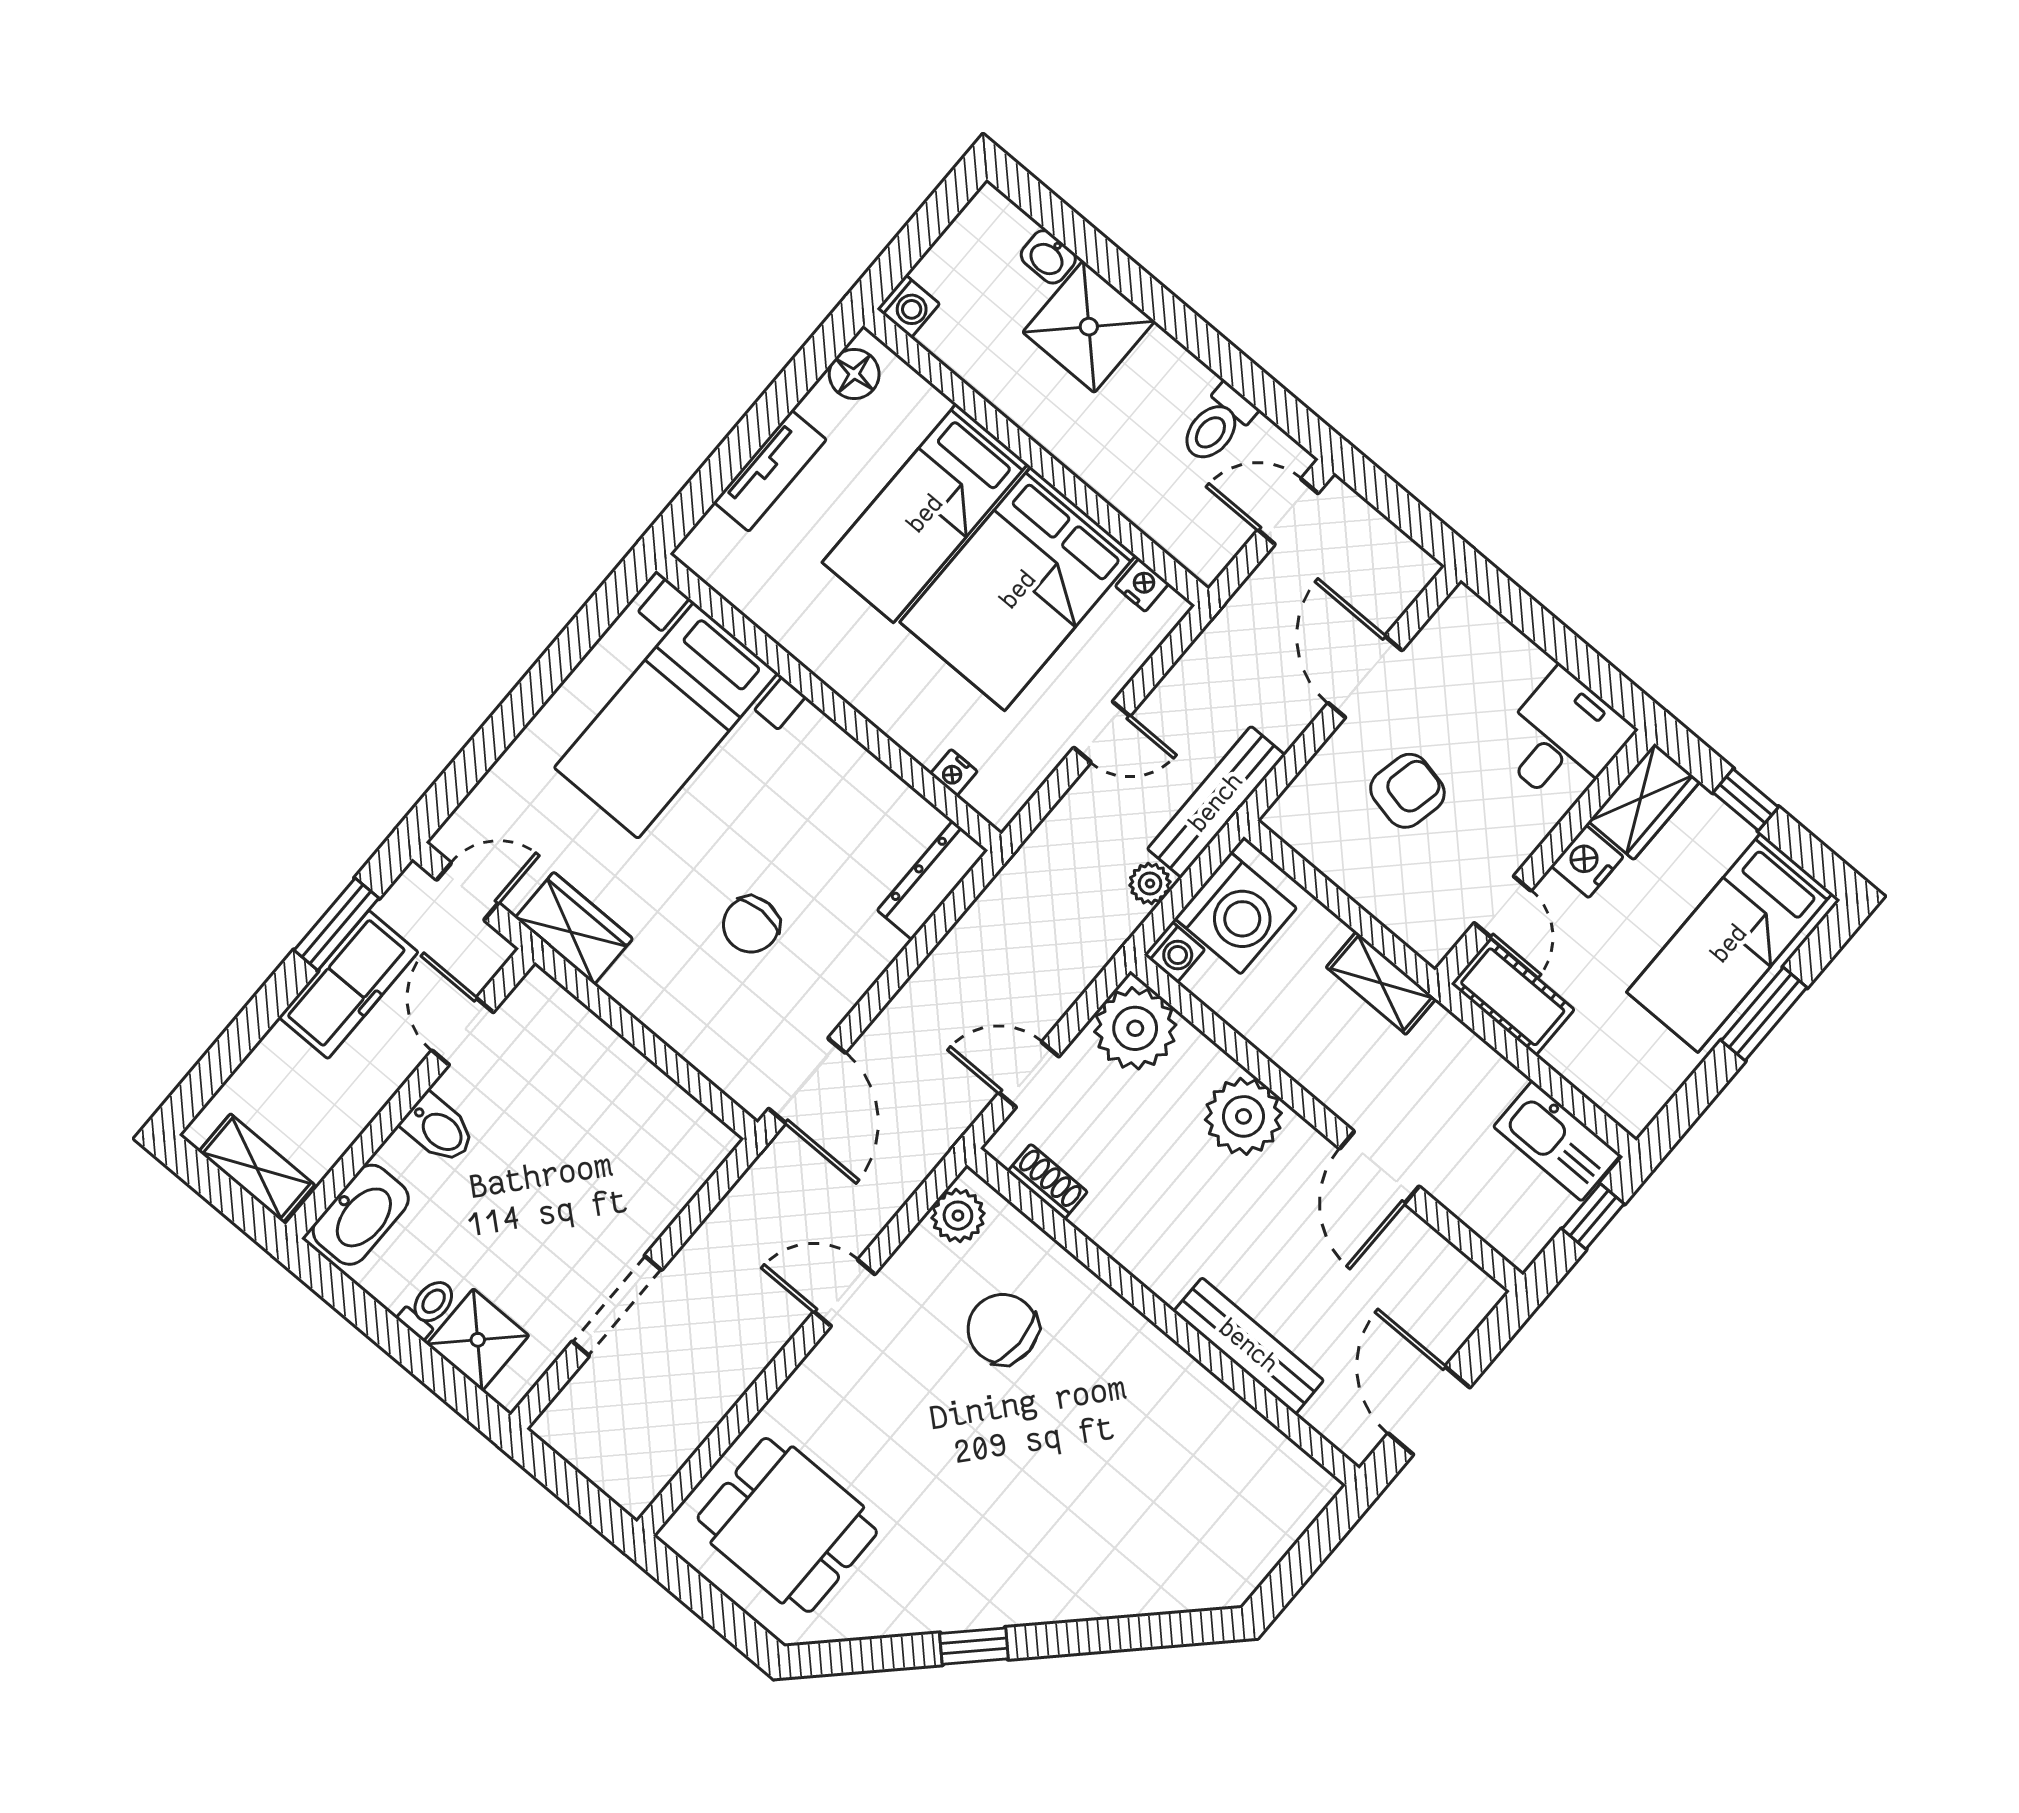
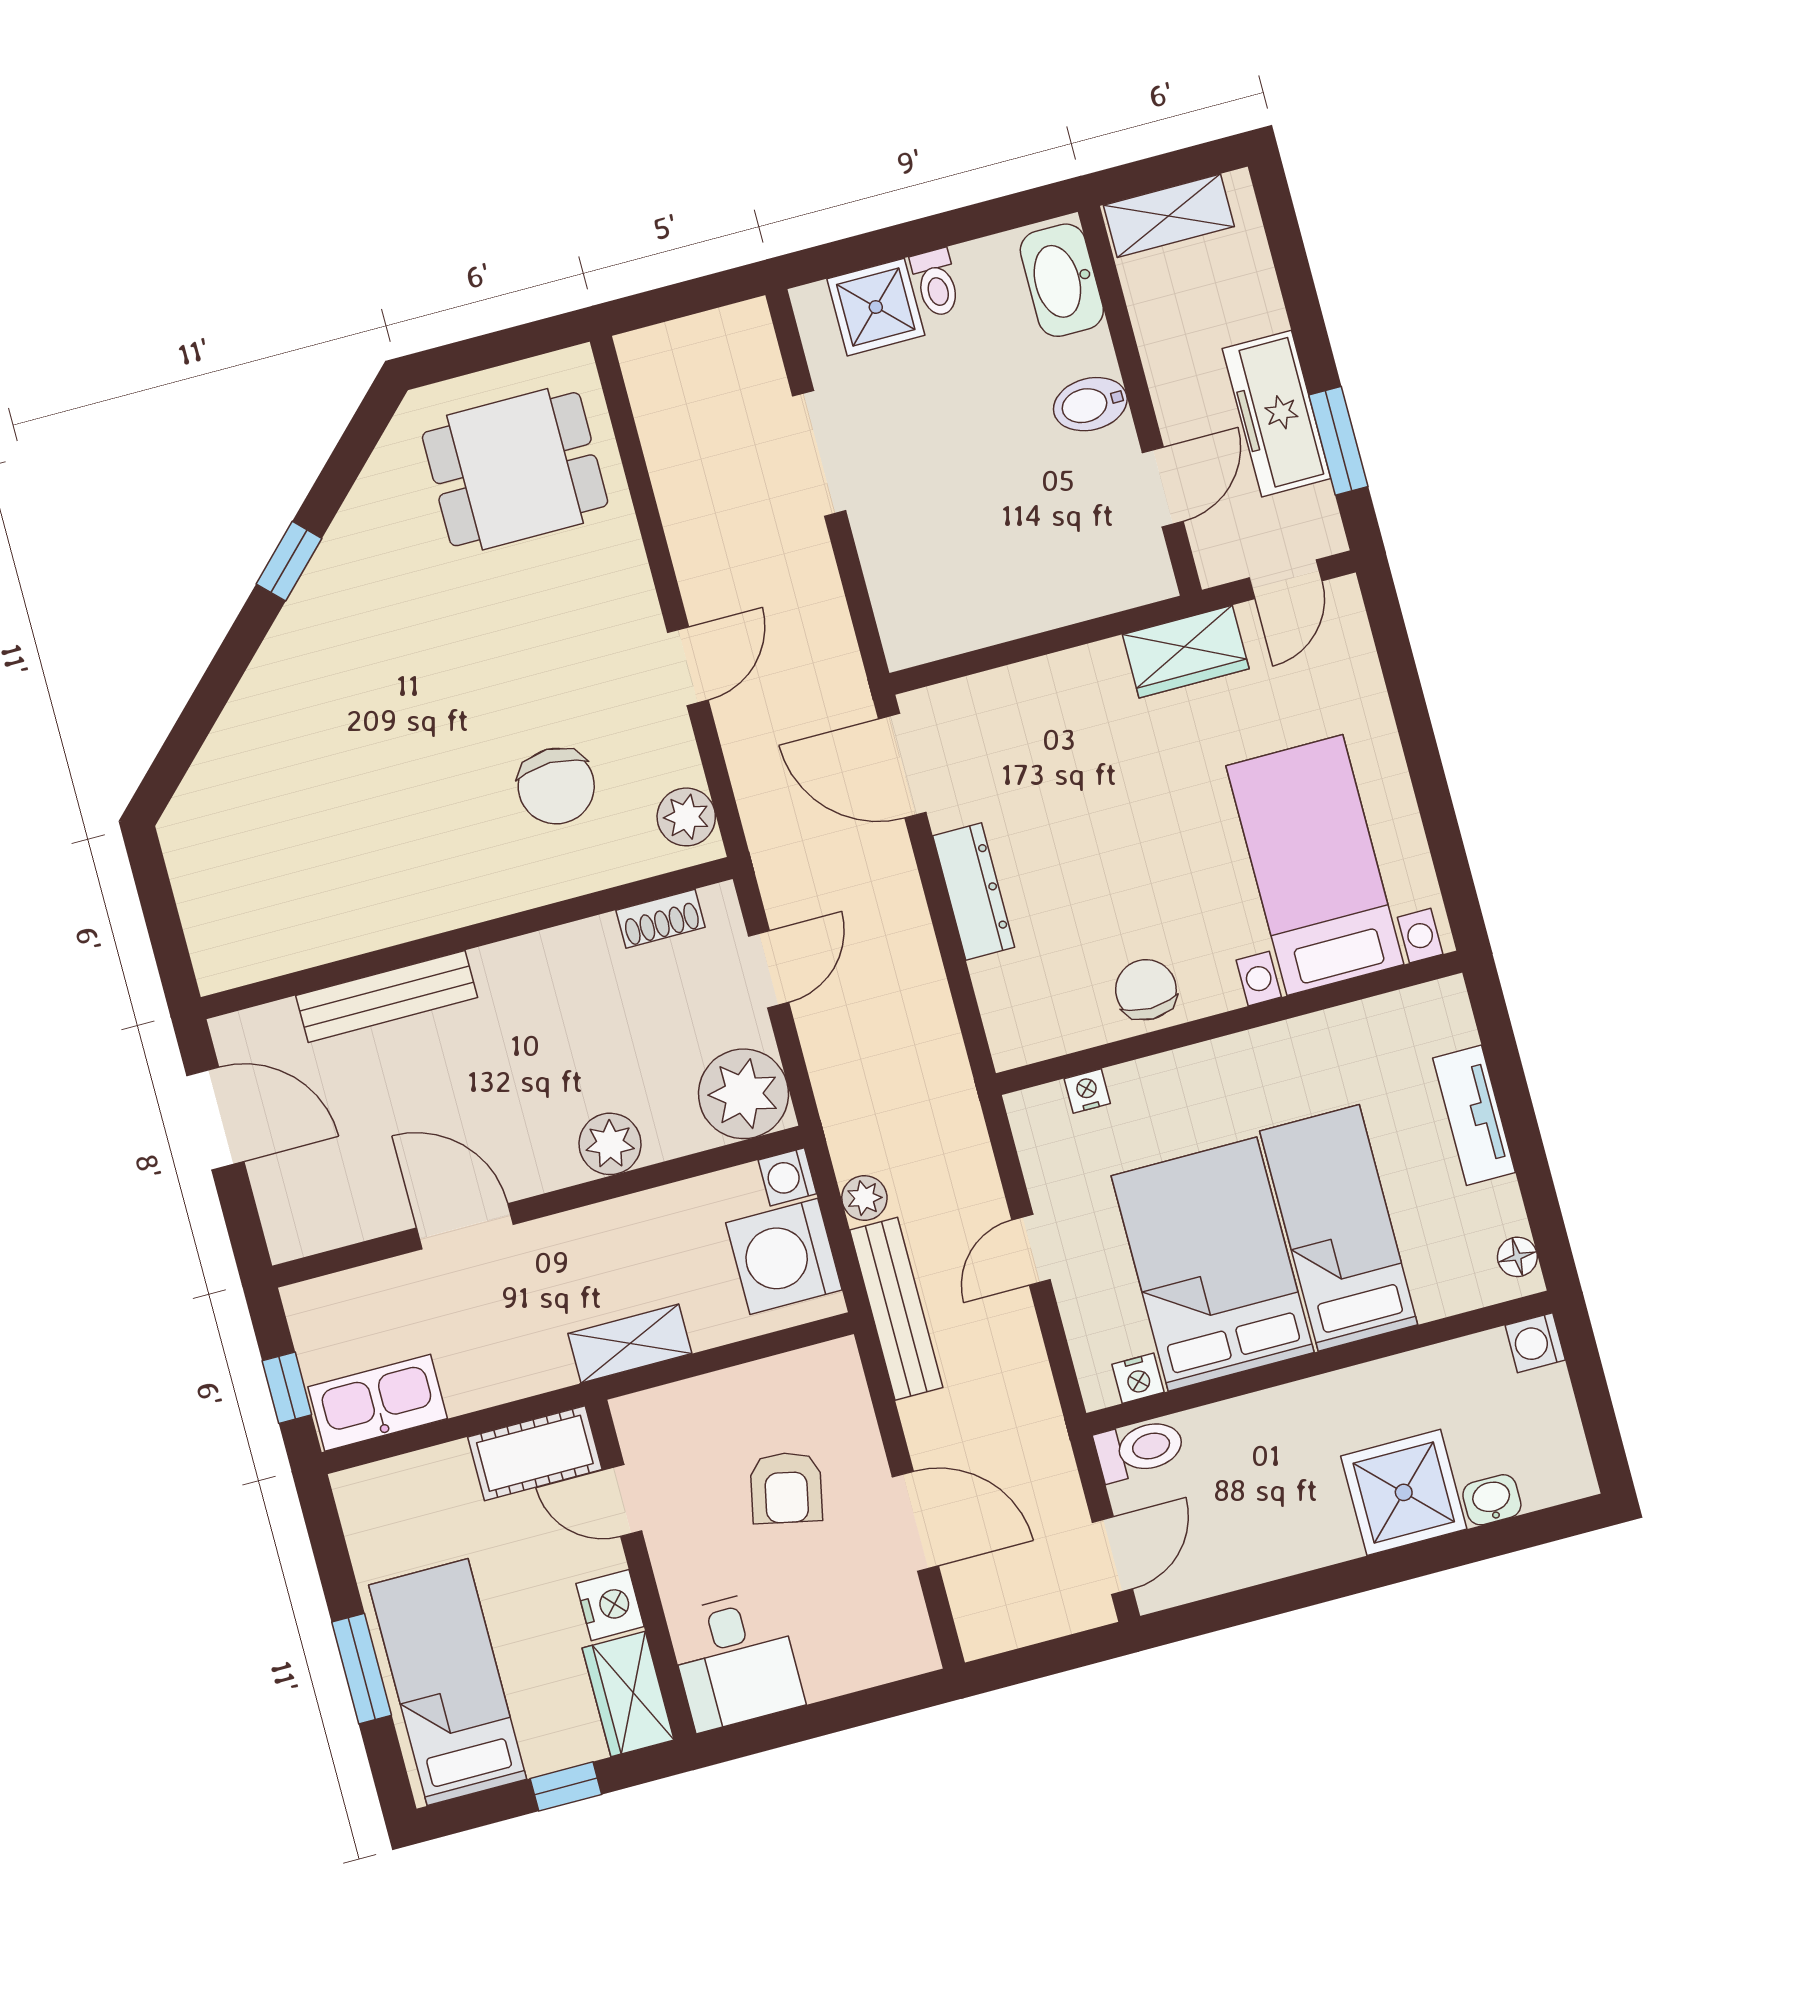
floor lamp: (854, 374) -> (1517, 1257), width x0.73, depth x0.73
toilet: (1217, 424) -> (1140, 1449), moved, turned 90
dresser: (933, 880) -> (974, 891), moved
chair: (751, 925) -> (1146, 990), moved
door: (463, 1031) -> (1163, 487), hinge flipped
plant: (1243, 1116) -> (610, 1144), width x0.73, depth x0.73
chair: (1003, 1329) -> (556, 786), turned 90

